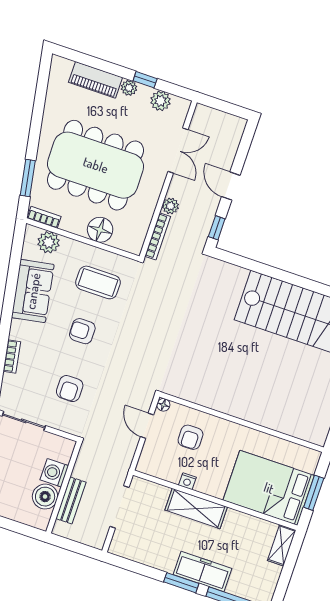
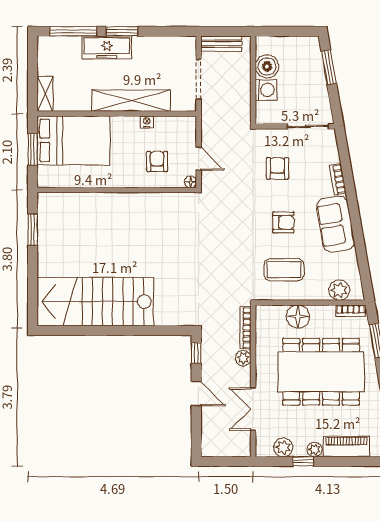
sofa: (33, 291) -> (335, 224), moved
bench: (71, 500) -> (221, 44), moved, turned 90
shelving: (196, 509) -> (131, 101), width x1.47

